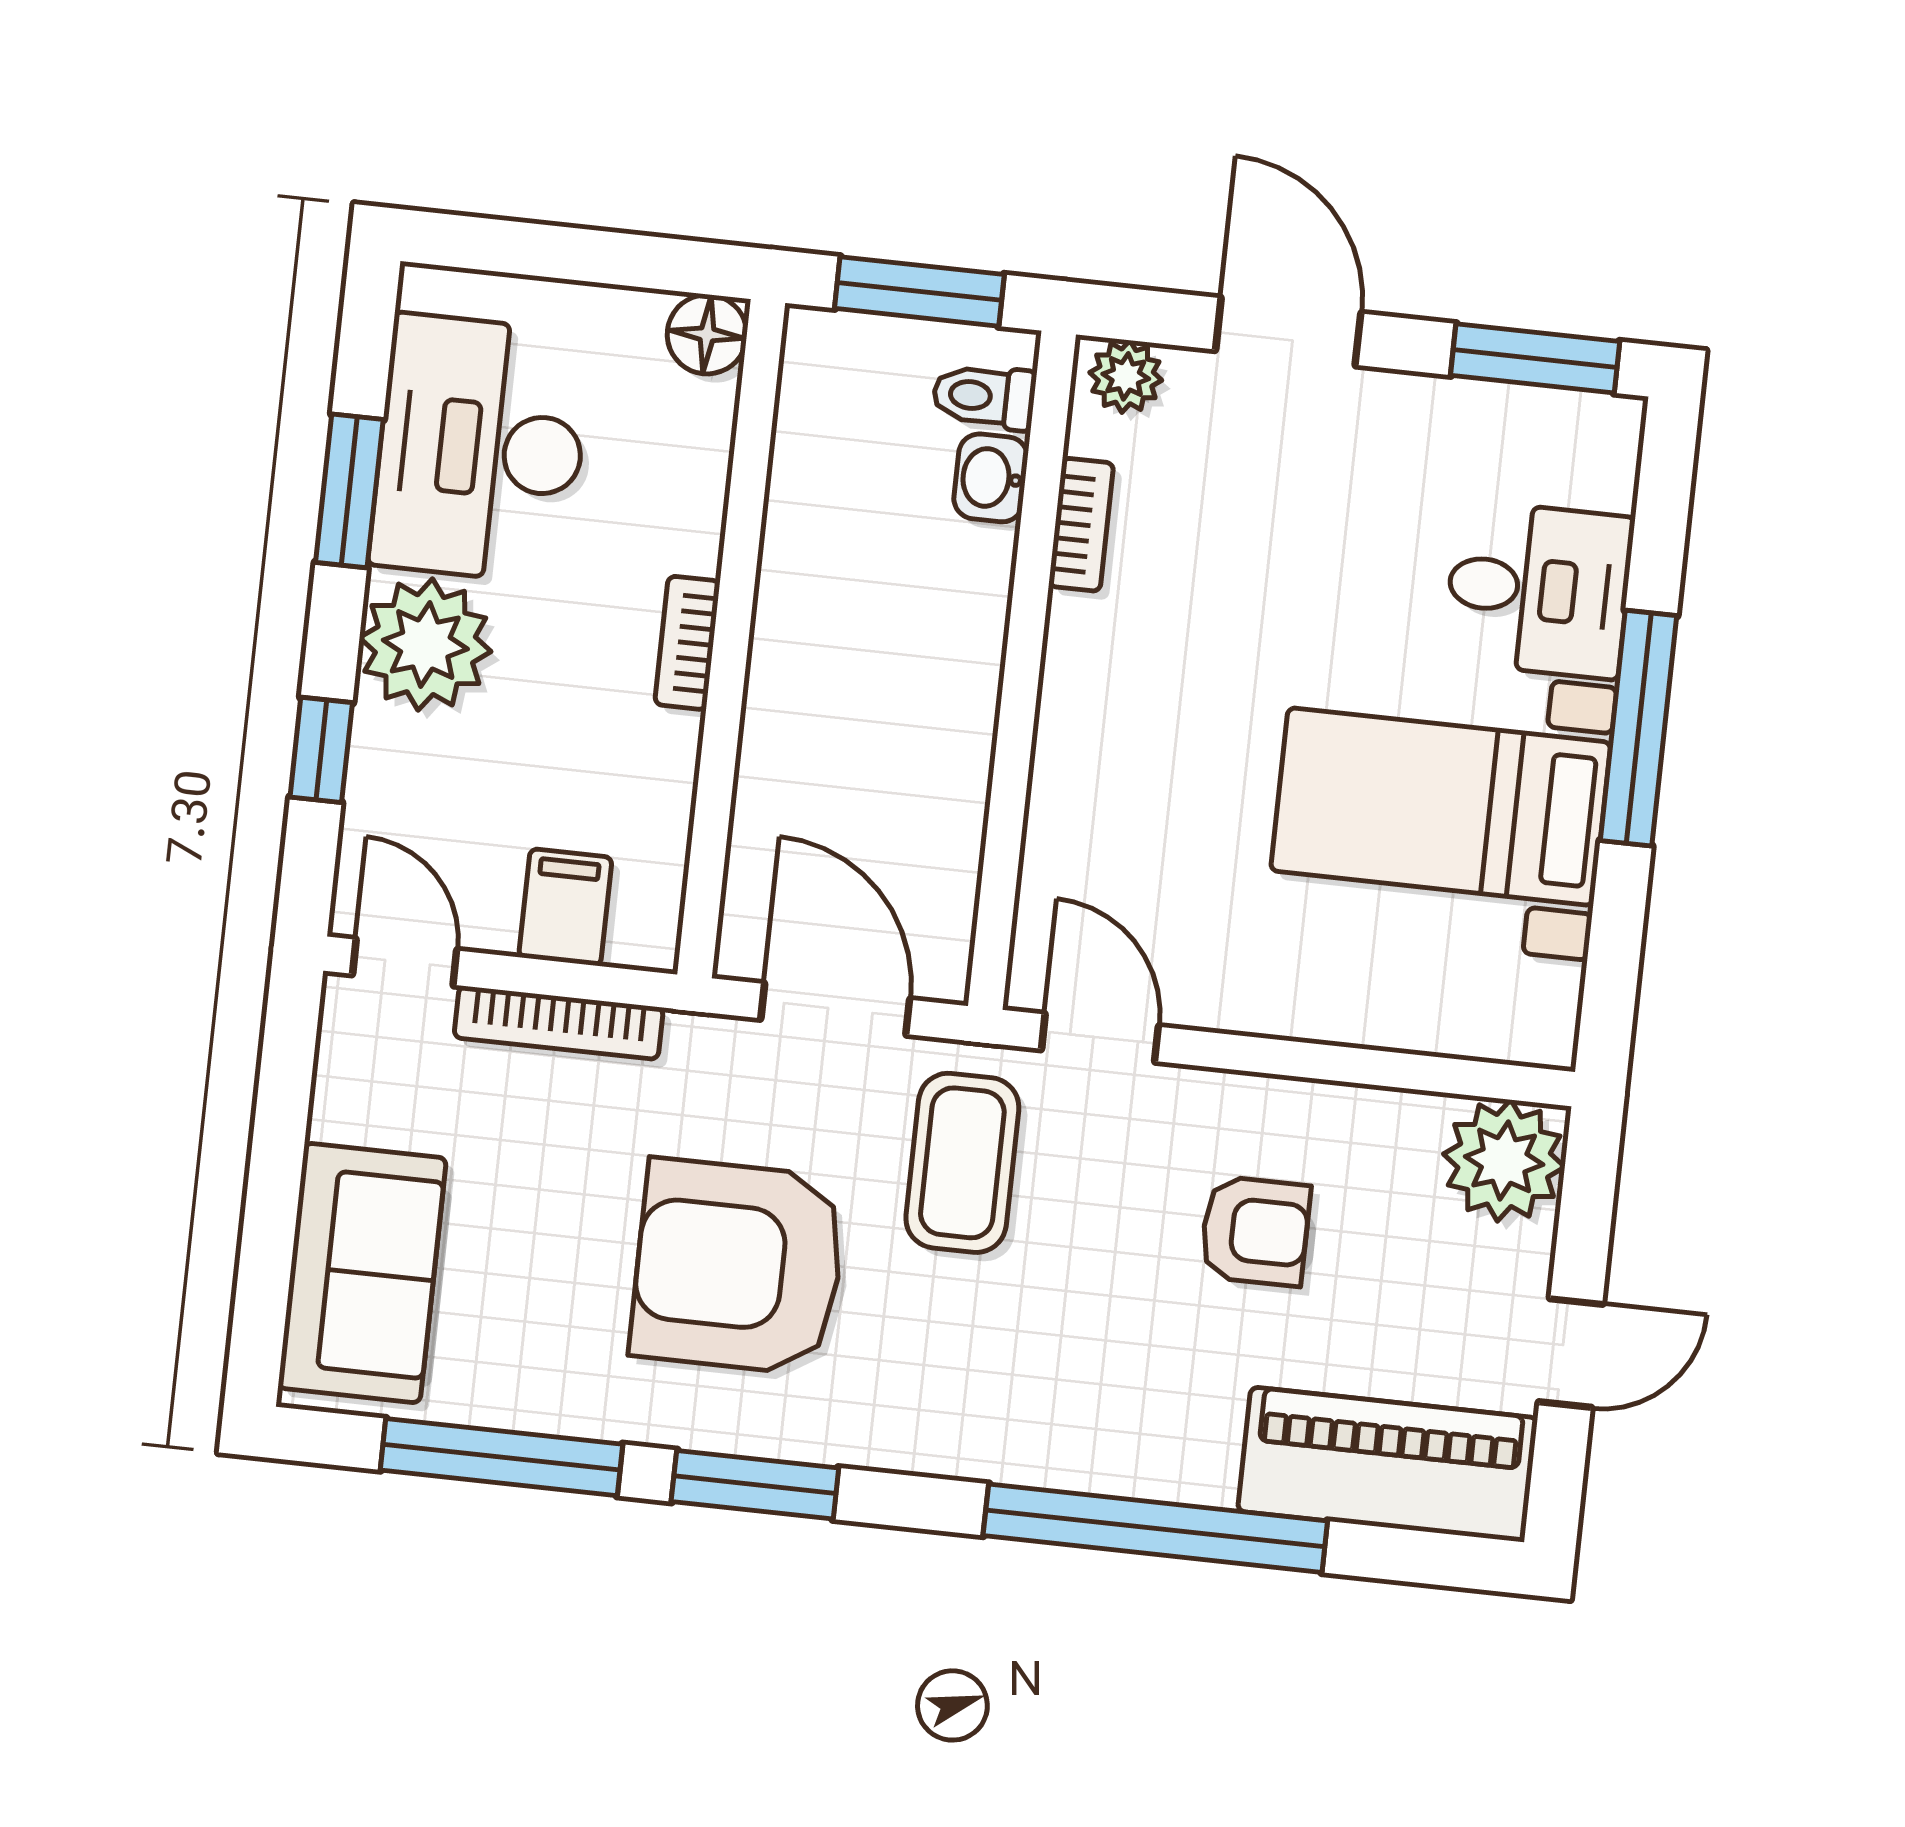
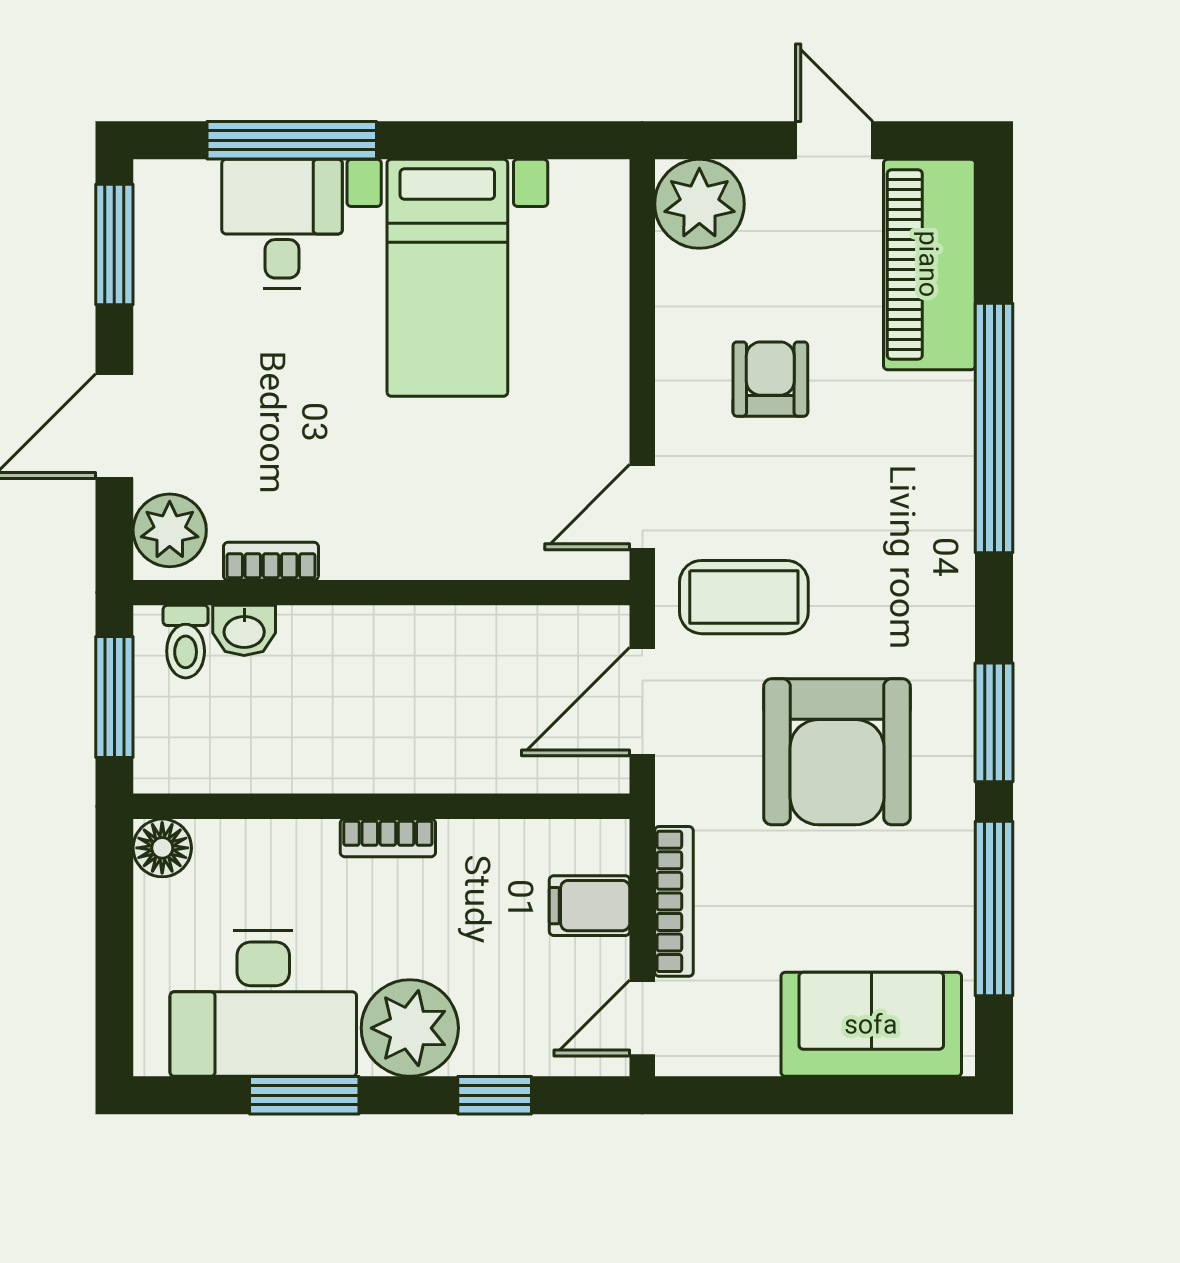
plant: (1126, 376) -> (170, 530), width x1.38, depth x1.38
window: (1639, 728) -> (292, 140), moved

